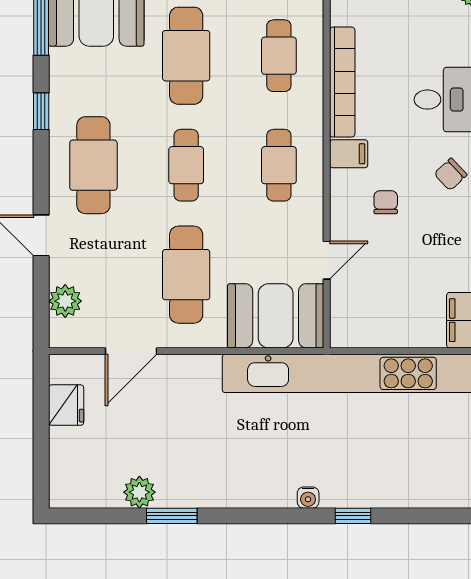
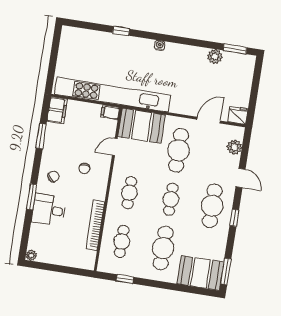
window: (41, 111) -> (234, 218), moved
filing cabinet: (349, 154) -> (110, 112), moved
fridge: (66, 405) -> (238, 115), moved, turned 90
water cooler: (308, 498) -> (160, 45), moved
window: (172, 516) -> (235, 49), moved

